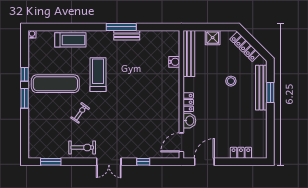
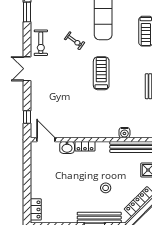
treadmill: (98, 75) -> (101, 73), moved, turned -90
locker: (241, 153) -> (36, 209), moved
window: (143, 162) -> (27, 117), moved
door: (204, 162) -> (27, 162), removed

